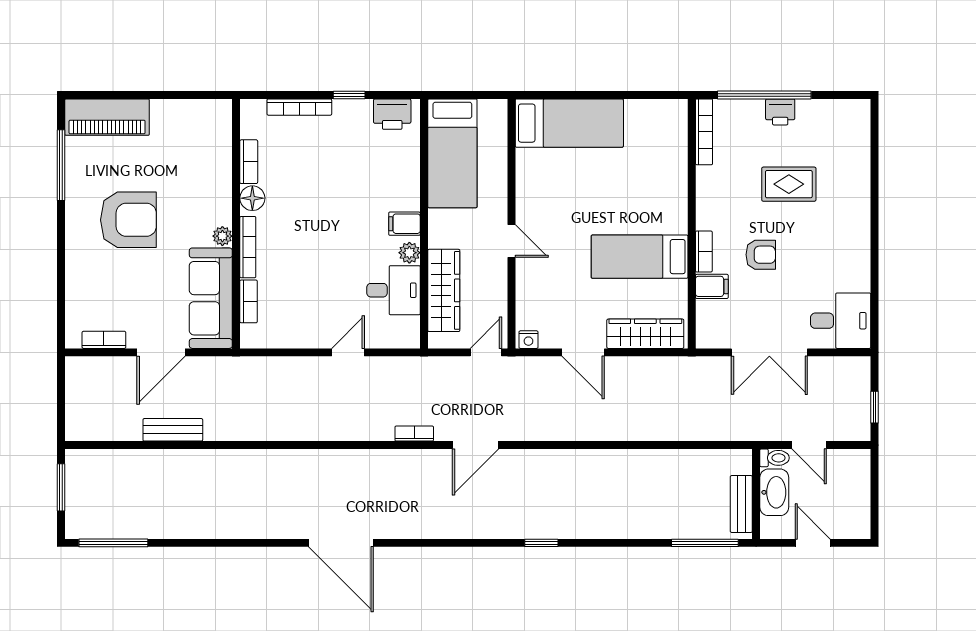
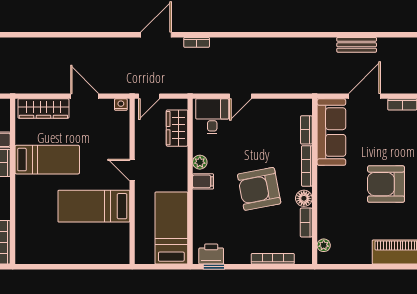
window: (349, 95) -> (214, 267), moved
bed: (569, 123) -> (94, 206), moved
armchair: (320, 212) -> (259, 189), added
plant: (222, 236) -> (324, 245), moved
desk: (394, 290) -> (212, 116), moved, turned 90
wardrobe: (444, 290) -> (177, 128), width x0.67

